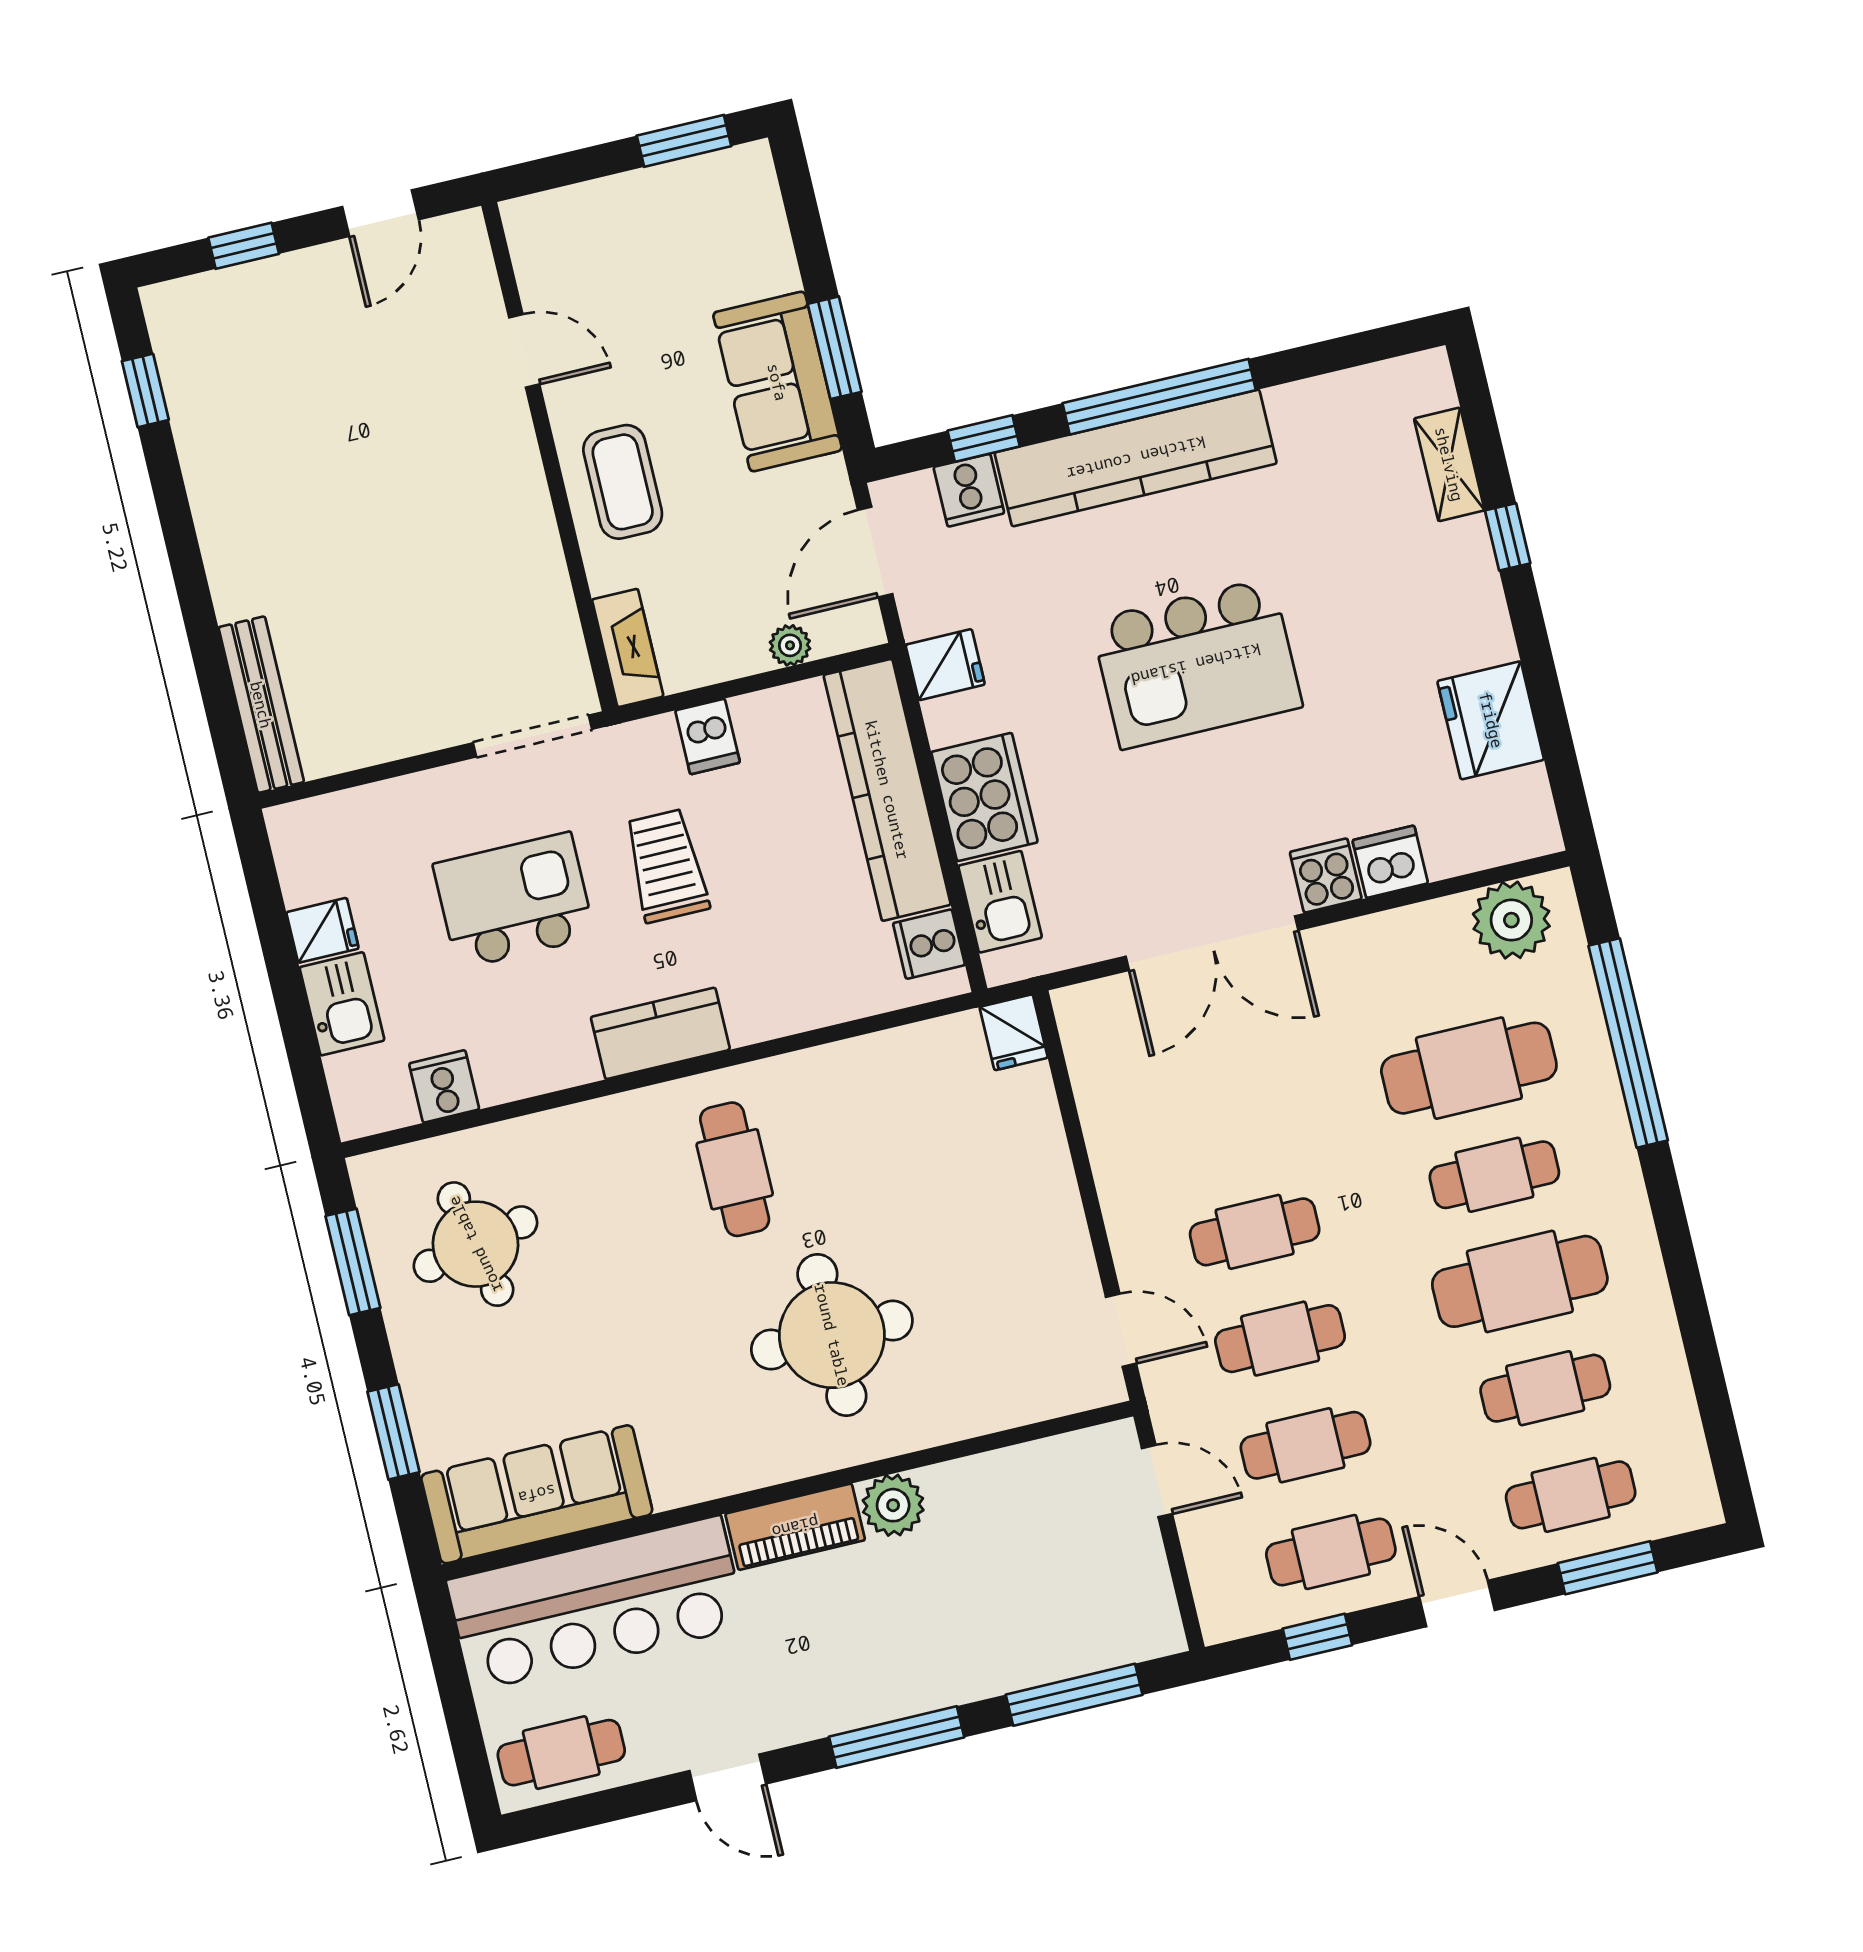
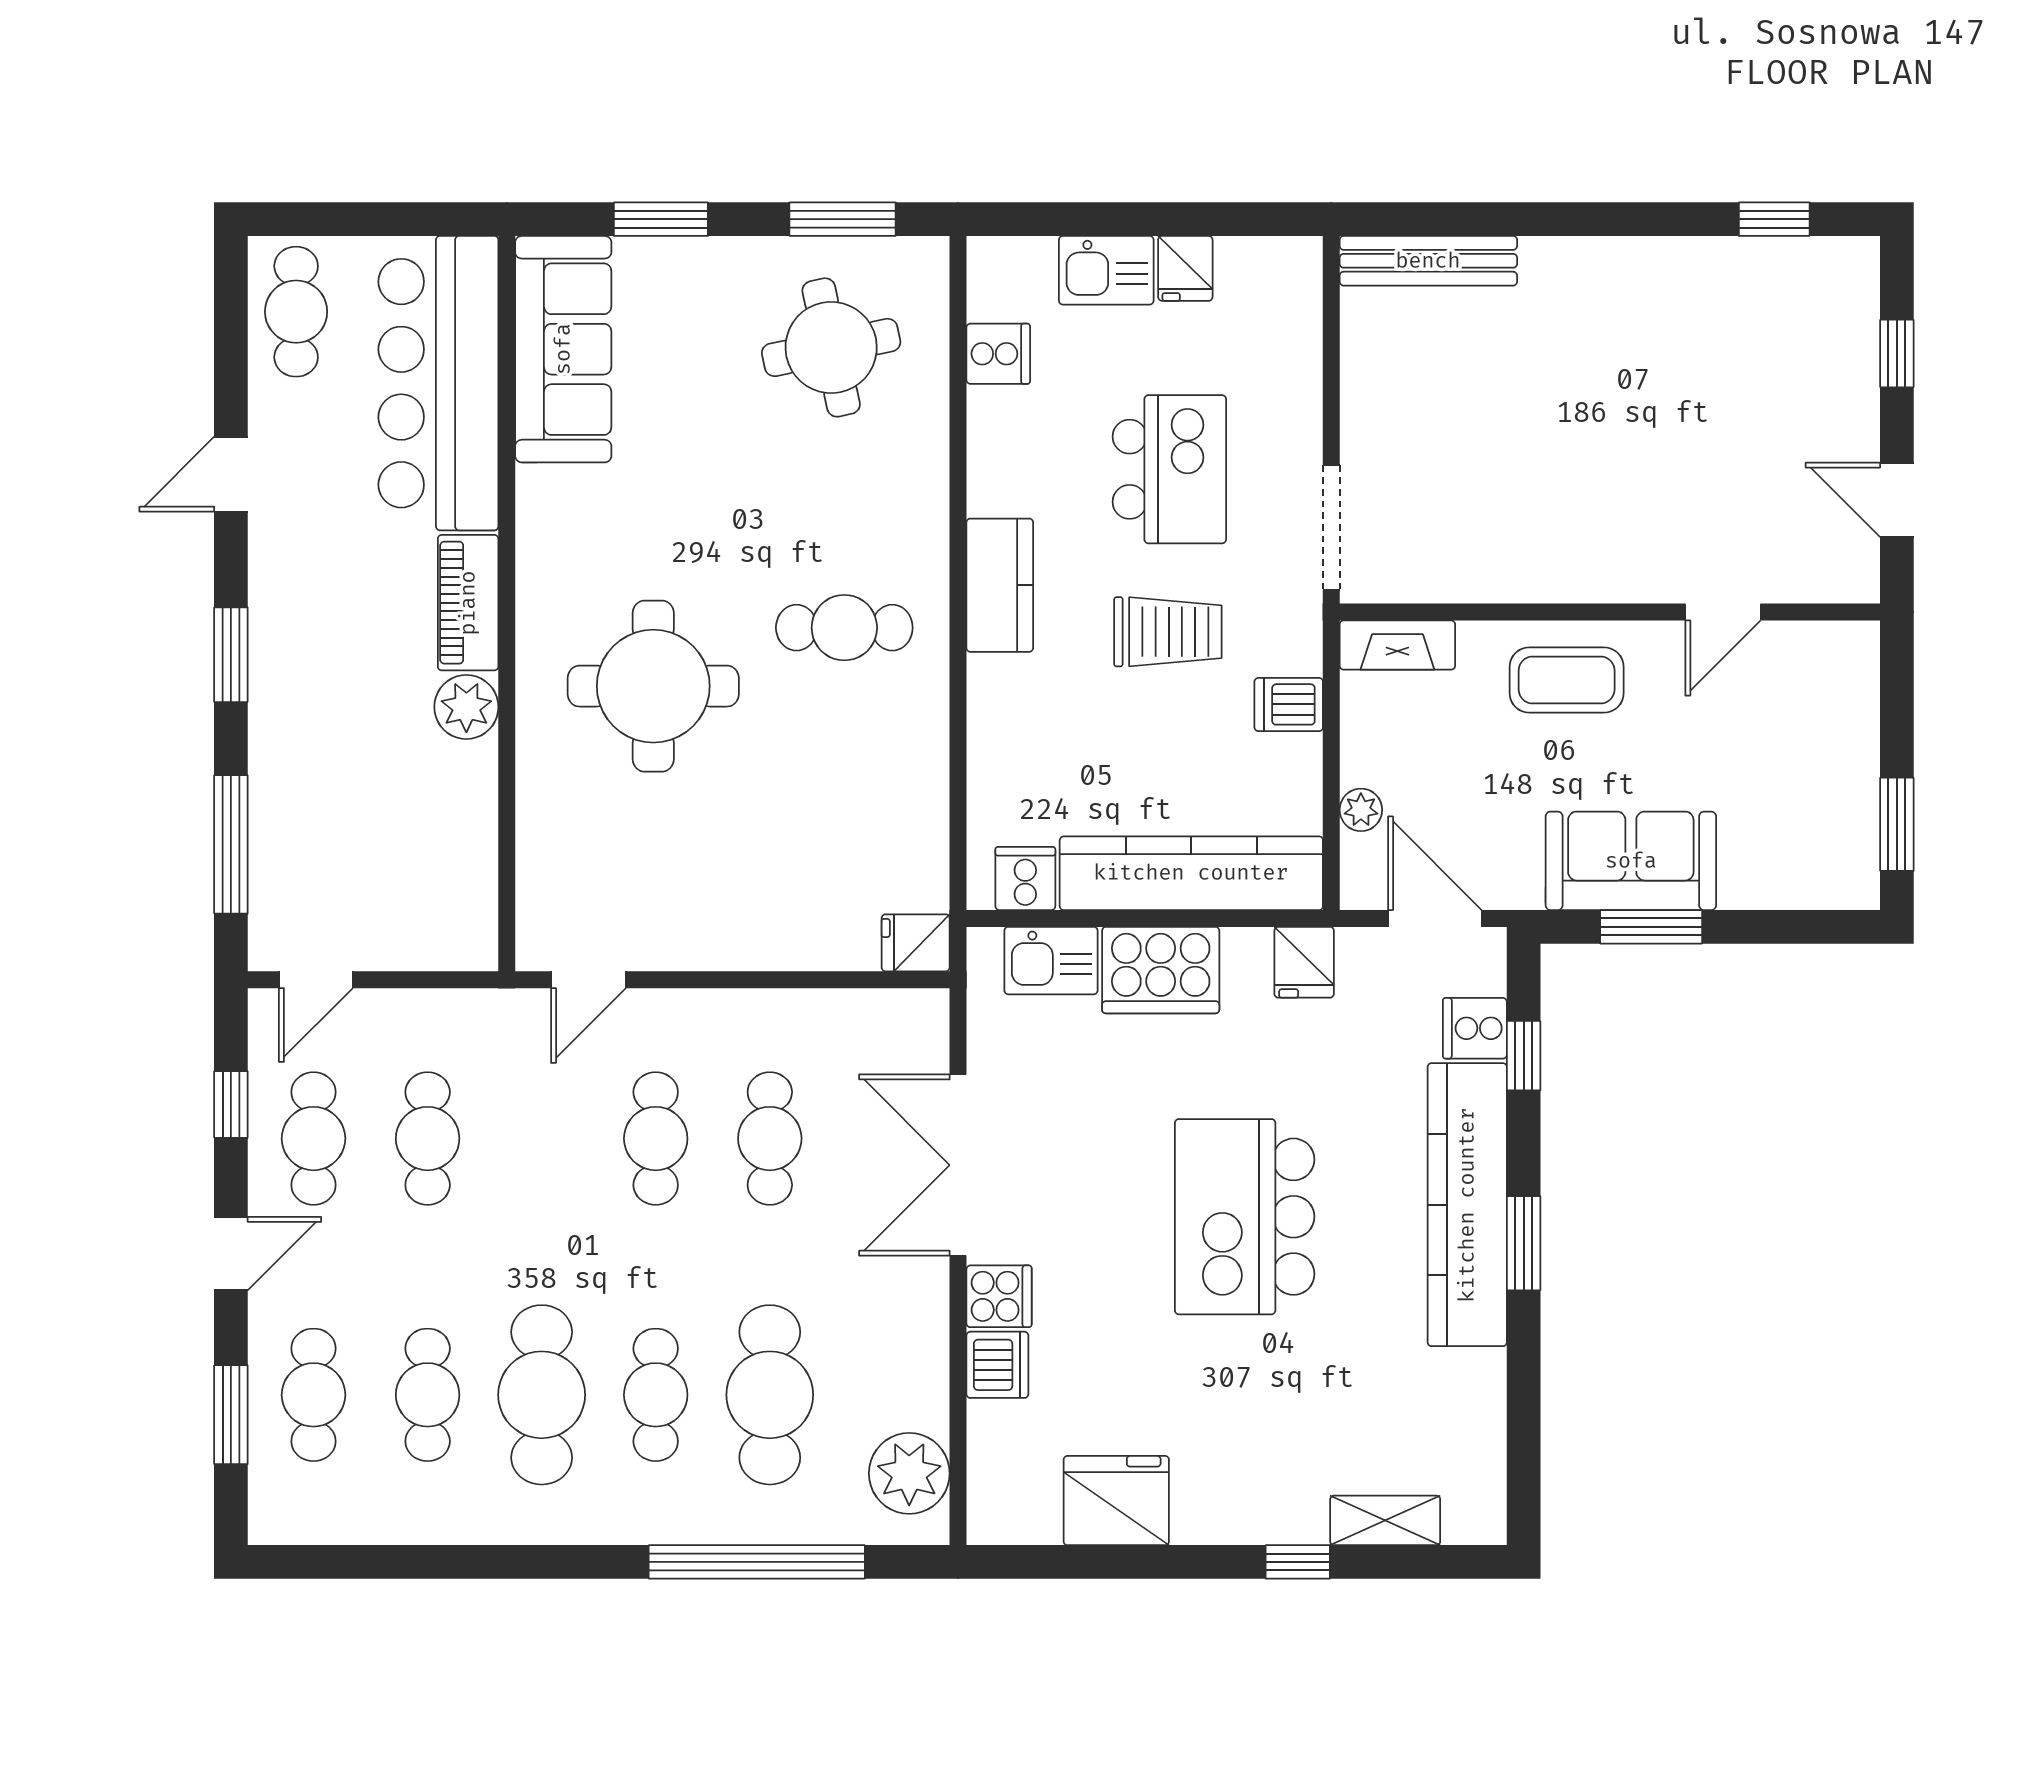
window: (1159, 397) -> (1524, 1243), width x0.47
cafe table: (1280, 1339) -> (770, 1139), moved
door: (1157, 1481) -> (316, 980), moved
window: (897, 1737) -> (231, 655), width x0.69

